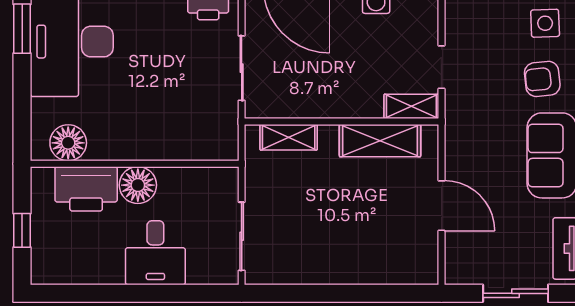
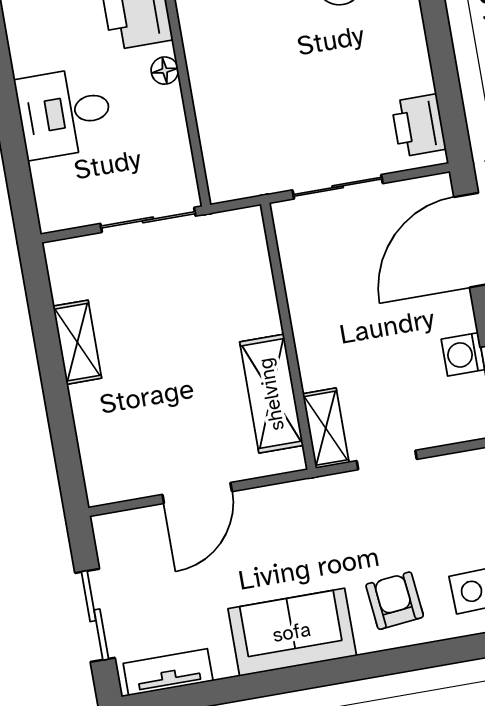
shelving: (289, 137) -> (77, 342), moved
floor lamp: (138, 185) -> (165, 71), width x0.53, depth x0.53
sliding door: (242, 236) -> (148, 220), moved

